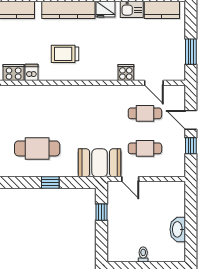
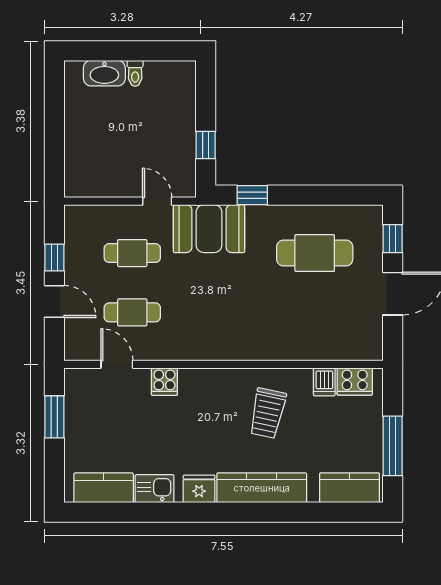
trolley: (65, 54) -> (268, 413), turned 102
window: (50, 183) -> (252, 195), moved
washbasin: (178, 229) -> (104, 73), moved, turned 90

